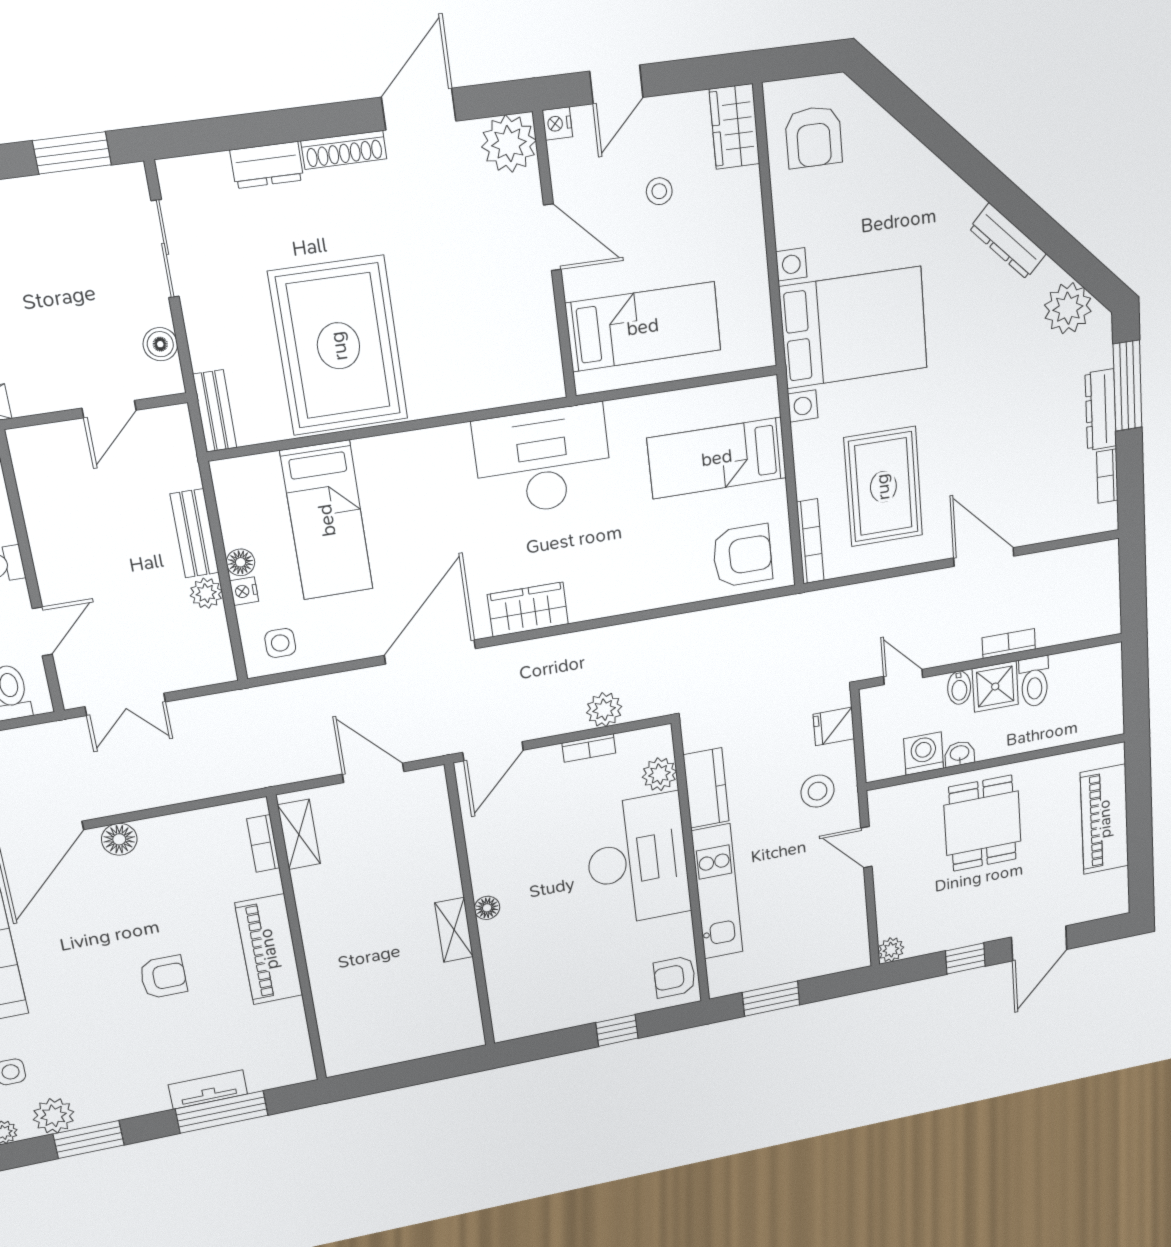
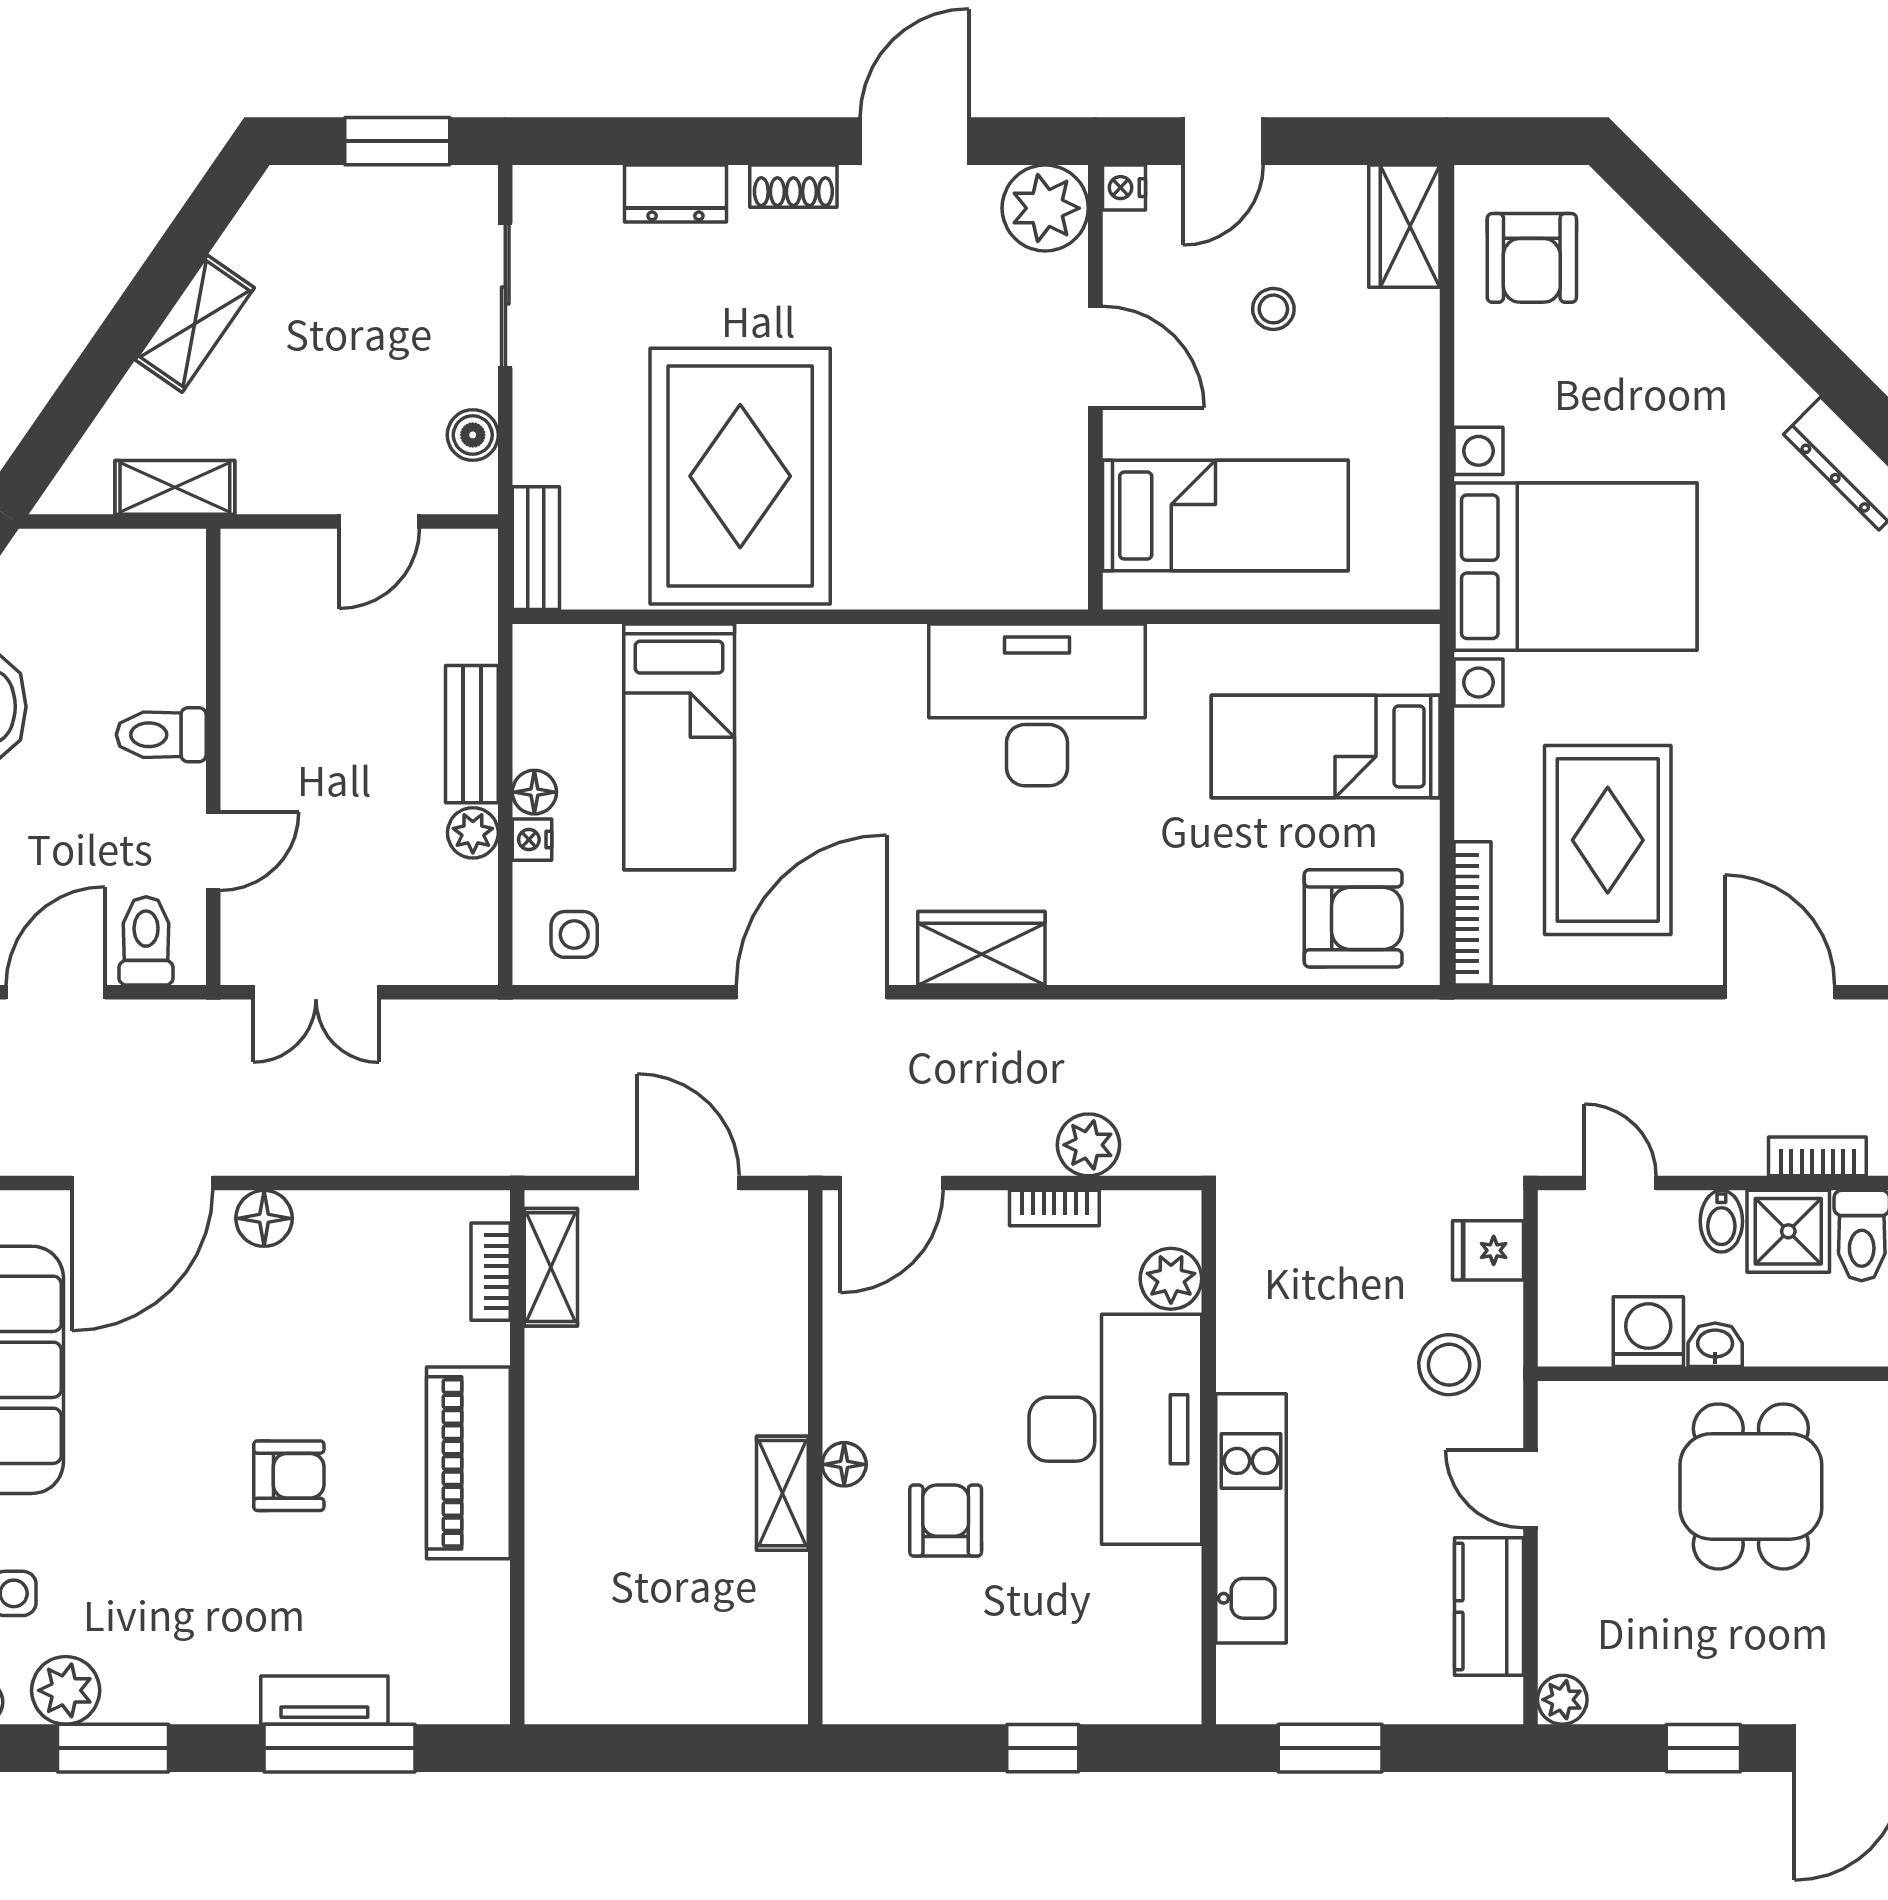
shoe rack: (344, 150) -> (793, 186), width x0.70
kitchen counter: (706, 788) -> (1489, 1607), moved, turned 180
armchair: (675, 977) -> (946, 1521), moved, turned 90

